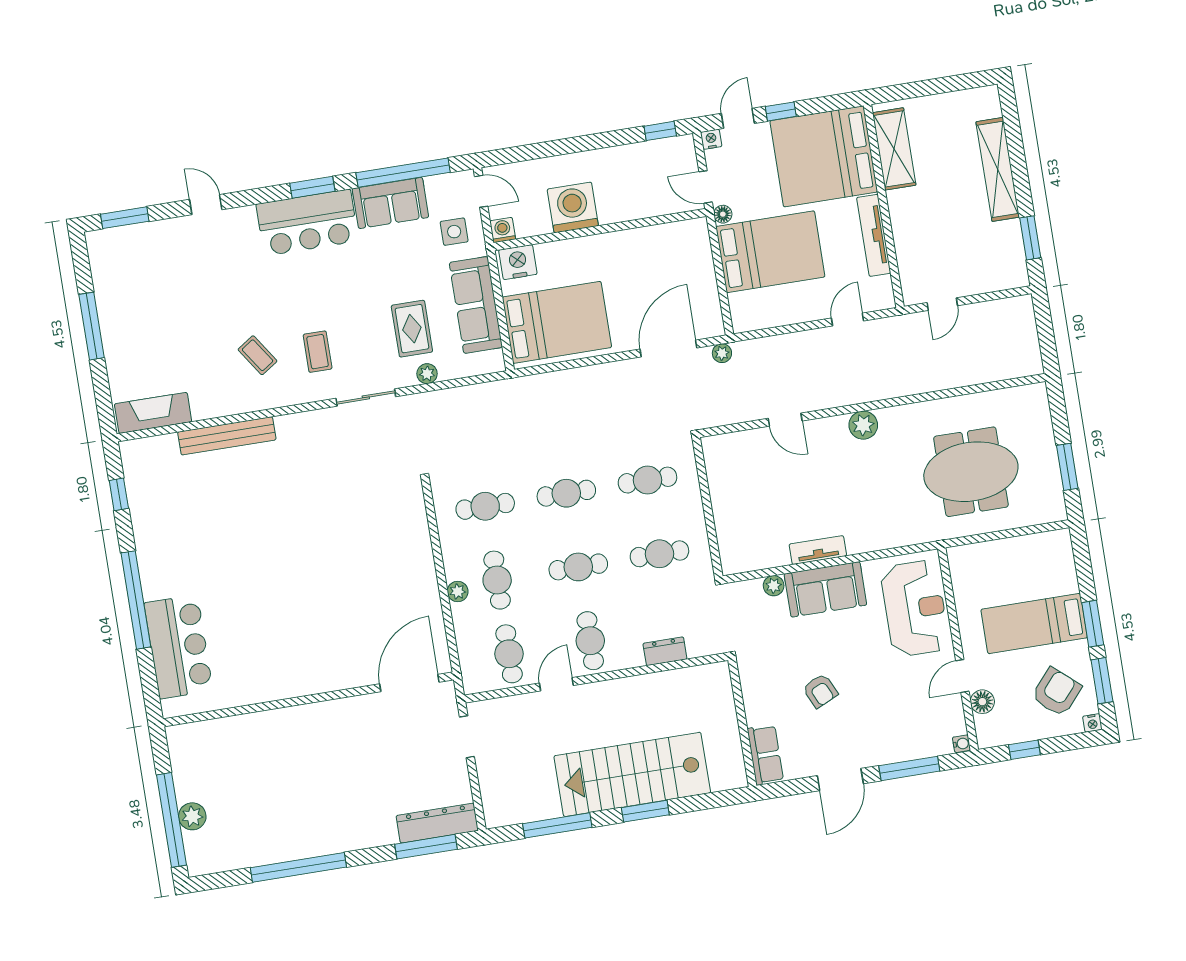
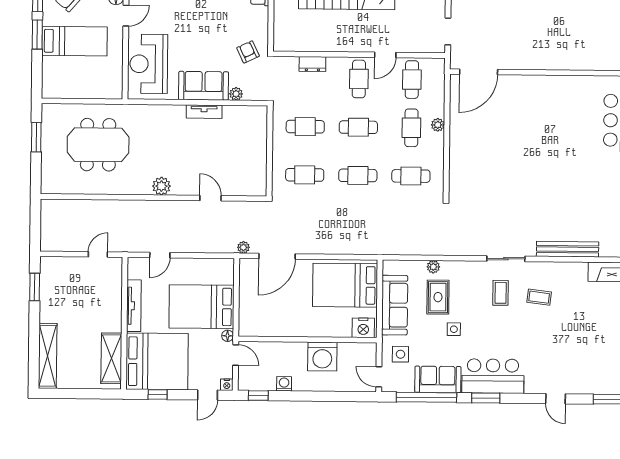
window: (781, 111) -> (158, 395), moved
shelving: (998, 169) -> (48, 356), moved
washing machine: (503, 230) -> (284, 384), moved, turned 180
side table: (379, 284) -> (454, 329), added
coffee table: (258, 355) -> (539, 297), turned -49
sliding door: (366, 397) -> (506, 259), moved
armchair: (820, 691) -> (248, 52), moved

